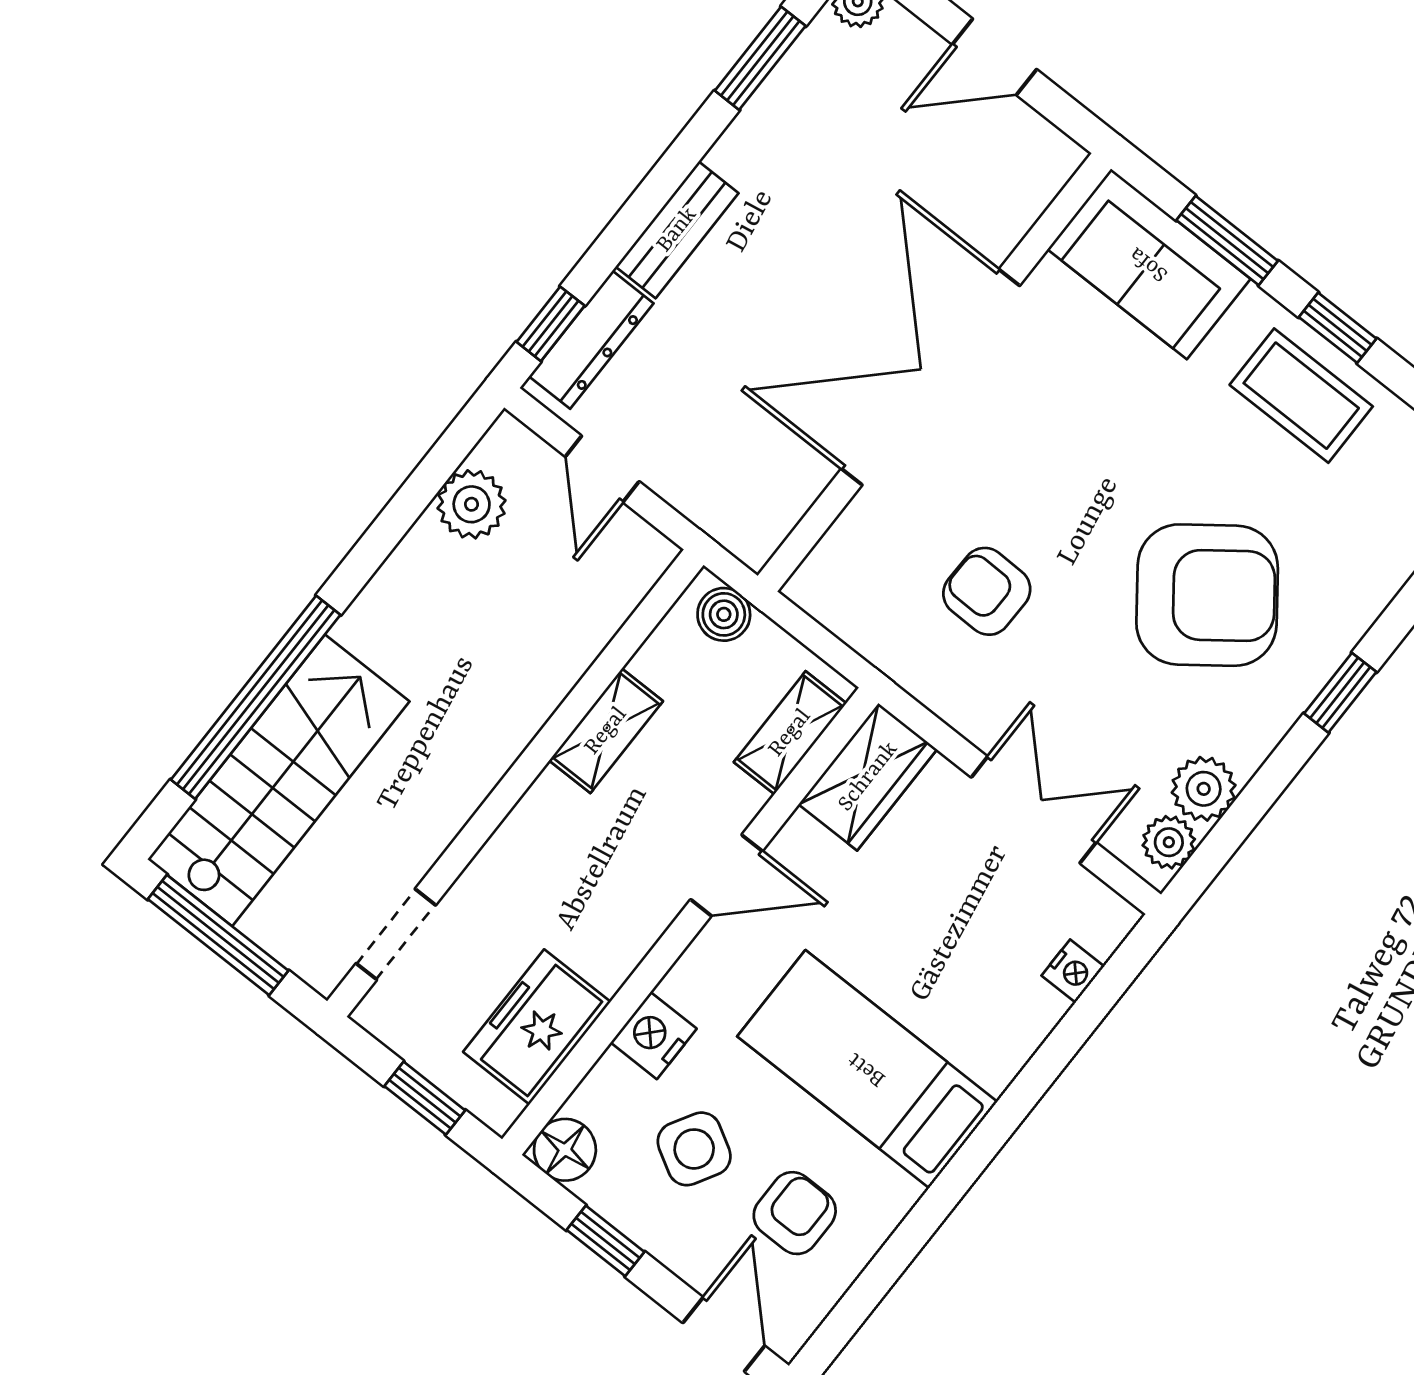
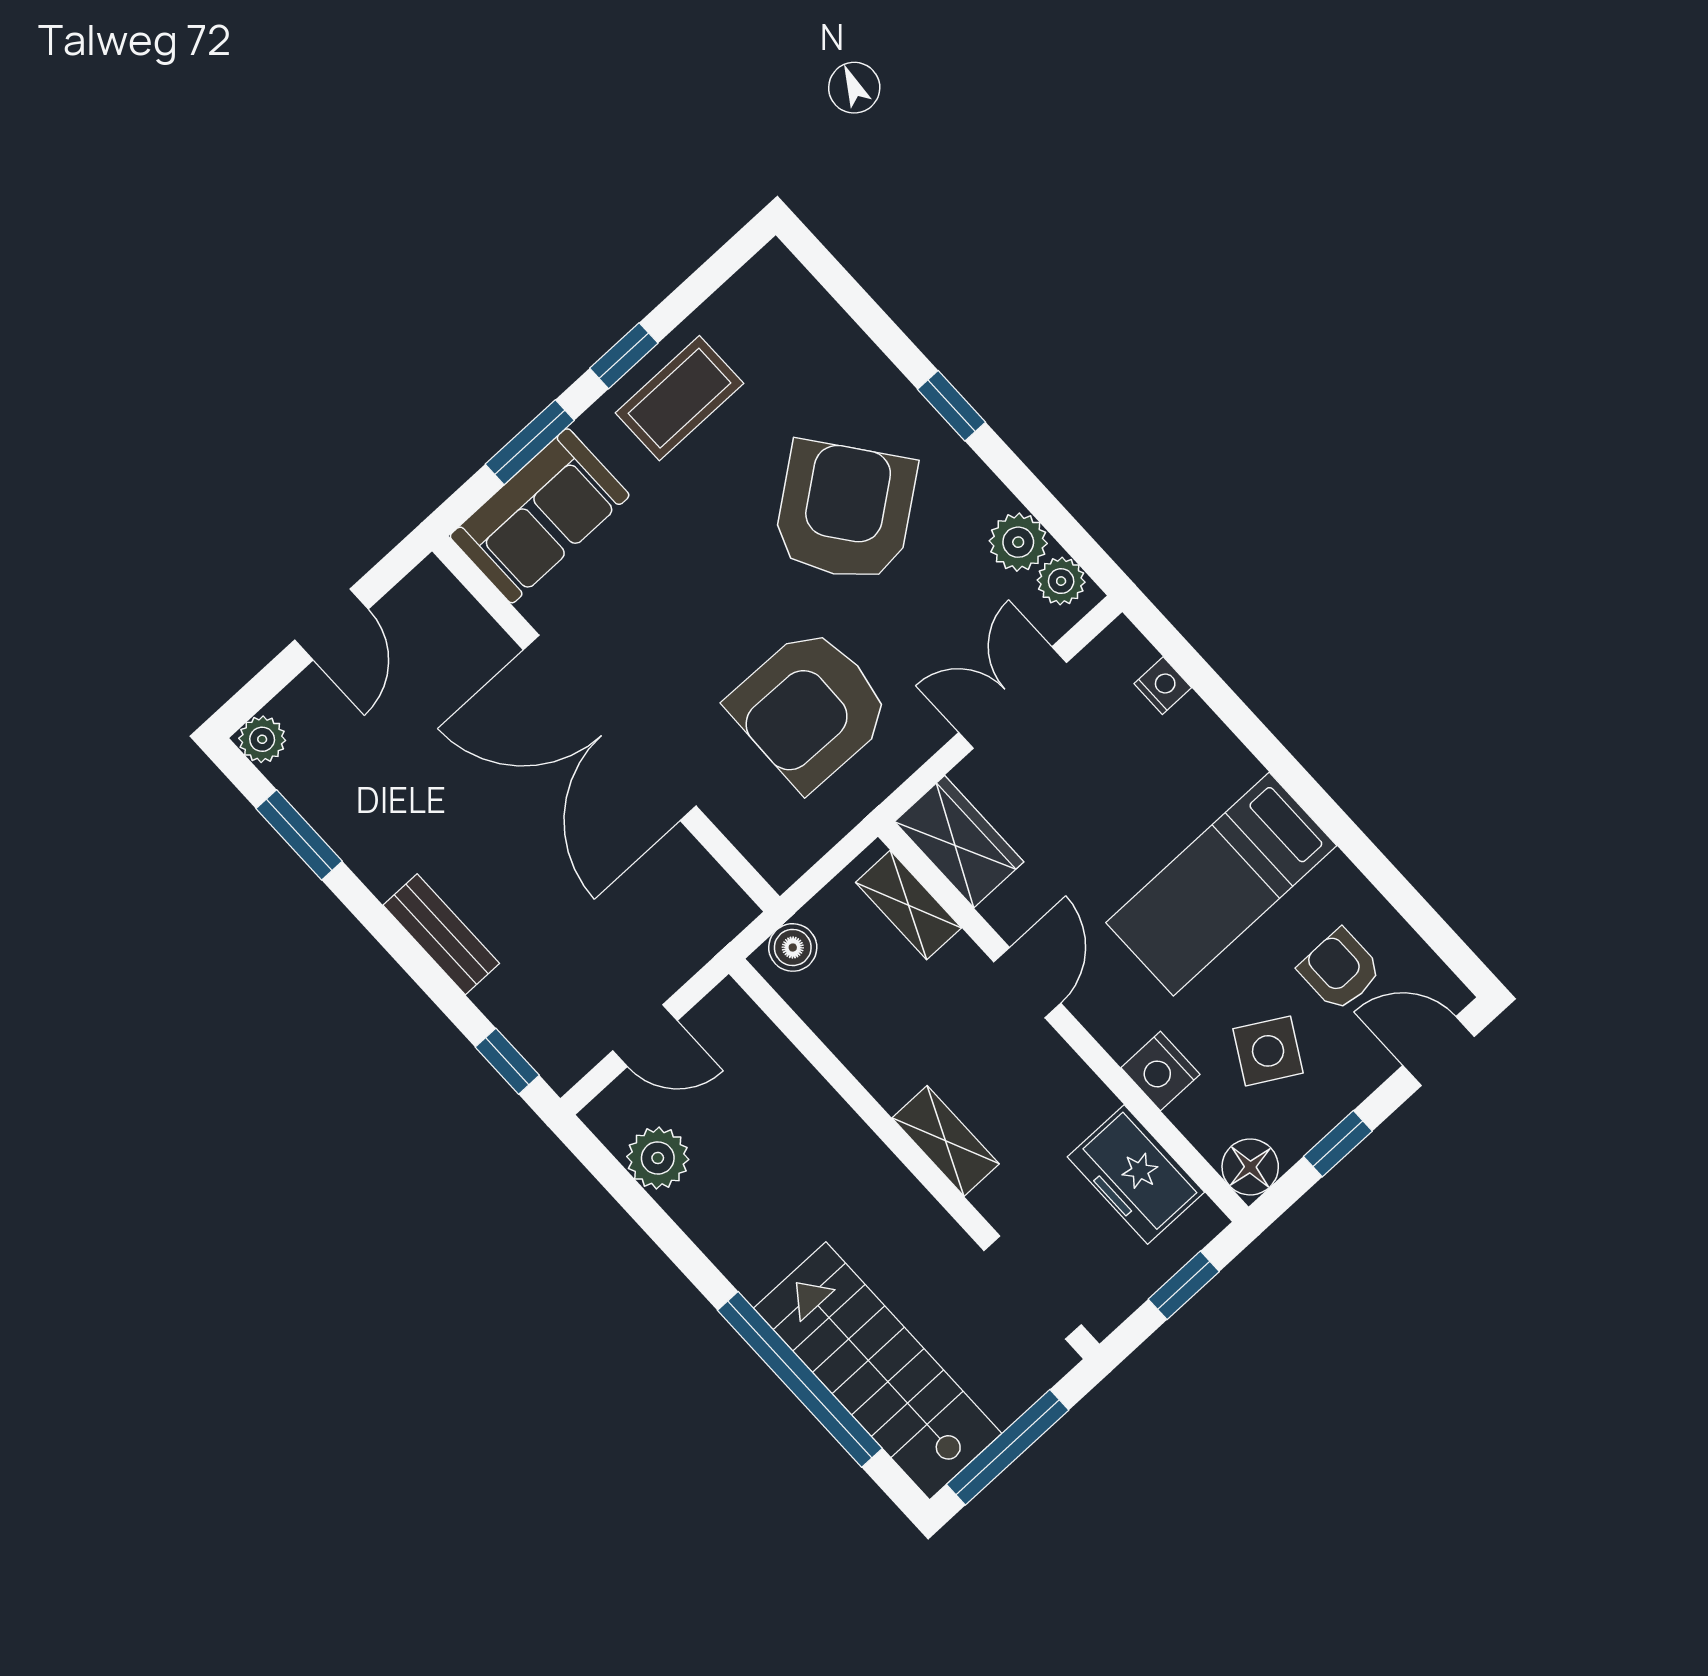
dresser: (591, 340) -> (527, 1027), removed
armchair: (987, 591) -> (810, 708), width x1.88, depth x1.88
shelving: (606, 731) -> (946, 1141), moved
doorway: (396, 934) -> (1033, 1288), width x1.38

